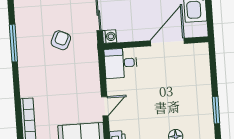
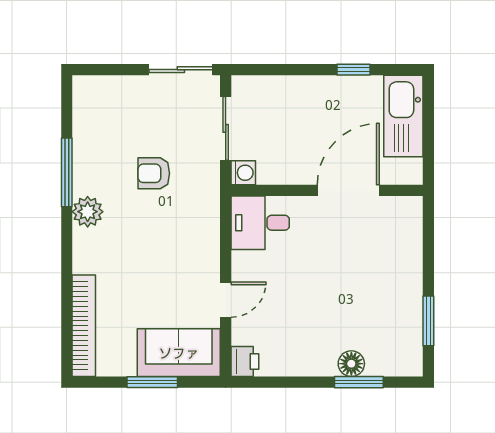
armchair: (61, 40) -> (154, 173), turned -115
plant: (26, 64) -> (88, 212), added

